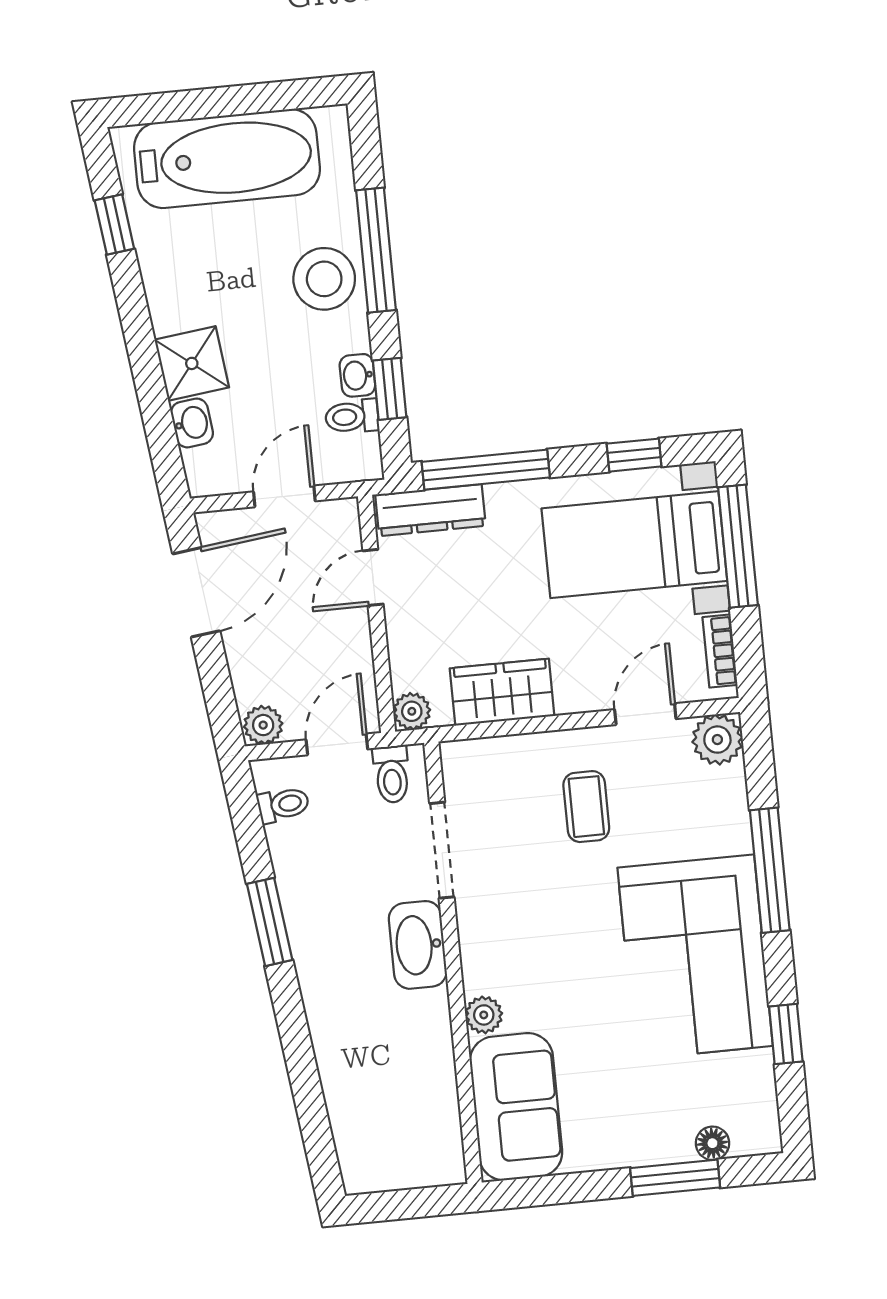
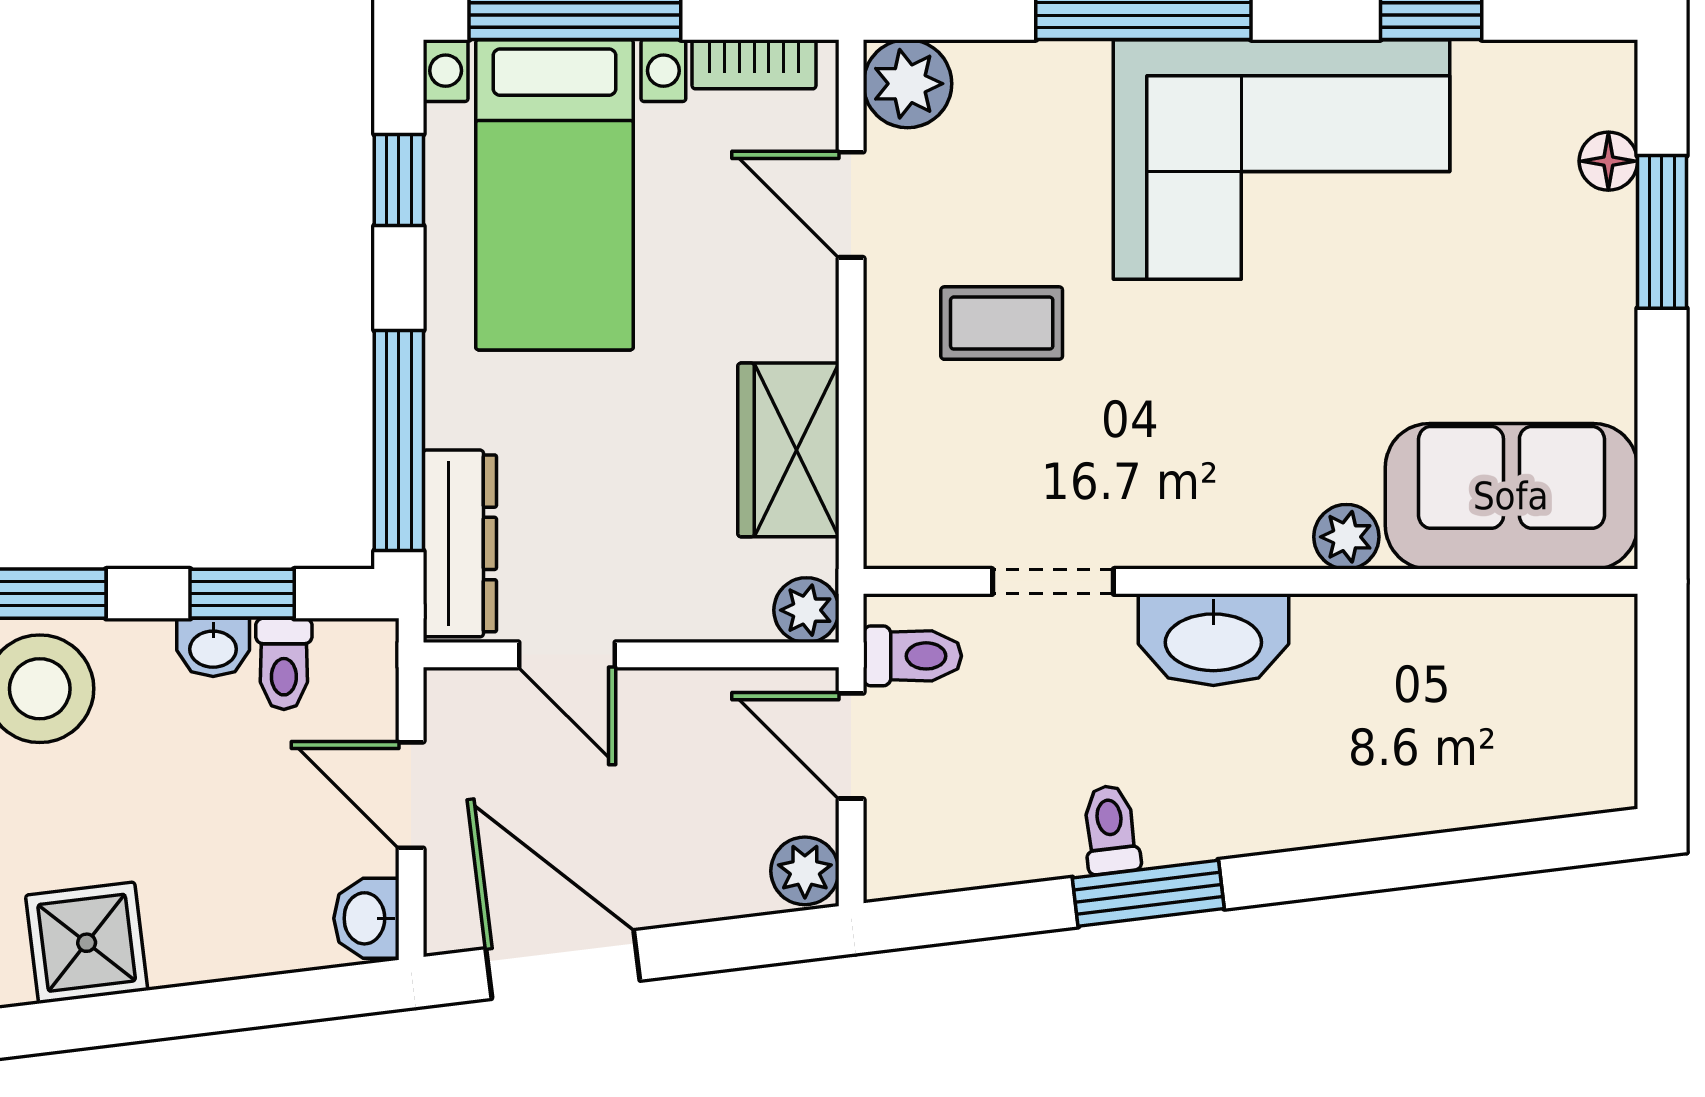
shower: (192, 363) -> (87, 943), moved
washbasin: (192, 423) -> (366, 918), moved, turned -83
toilet: (283, 805) -> (1111, 829), moved
doorway: (442, 850) -> (1053, 581), width x0.73

